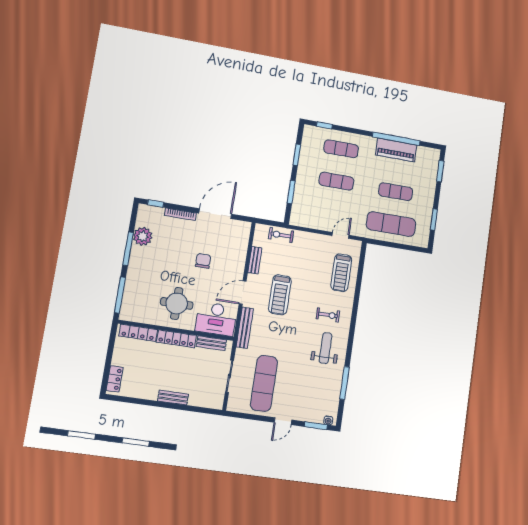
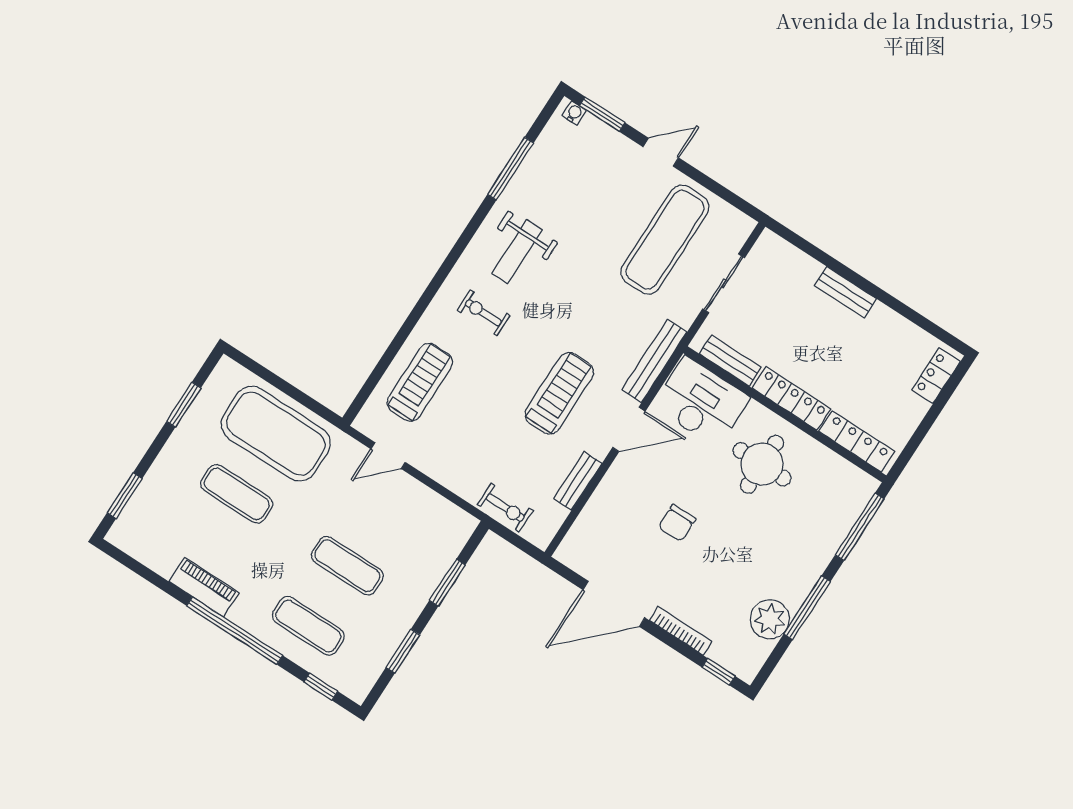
window: (396, 139) -> (235, 631), moved
piano: (396, 150) -> (204, 587), width x0.73, depth x0.75
exercise mat: (391, 224) -> (276, 434), width x1.47

